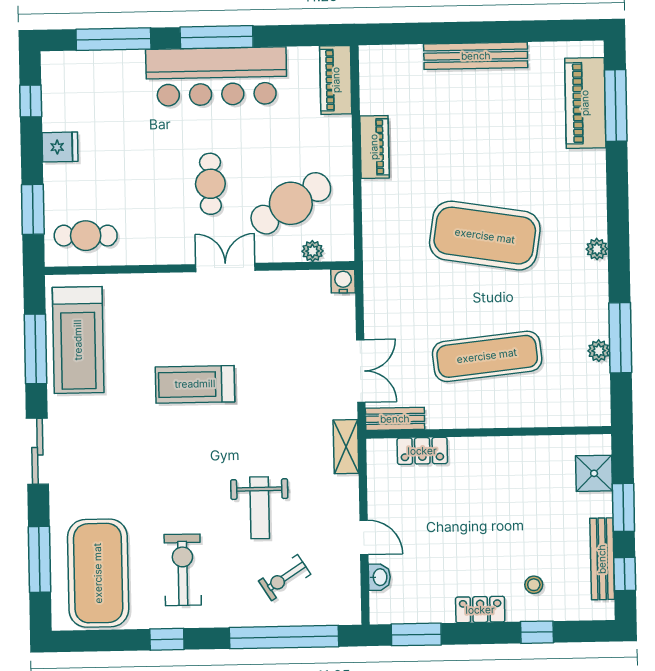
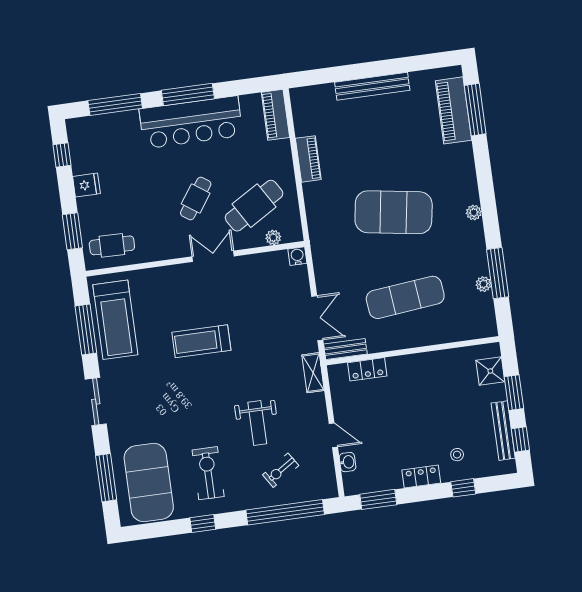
cafe table: (210, 184) -> (196, 198), turned 35

